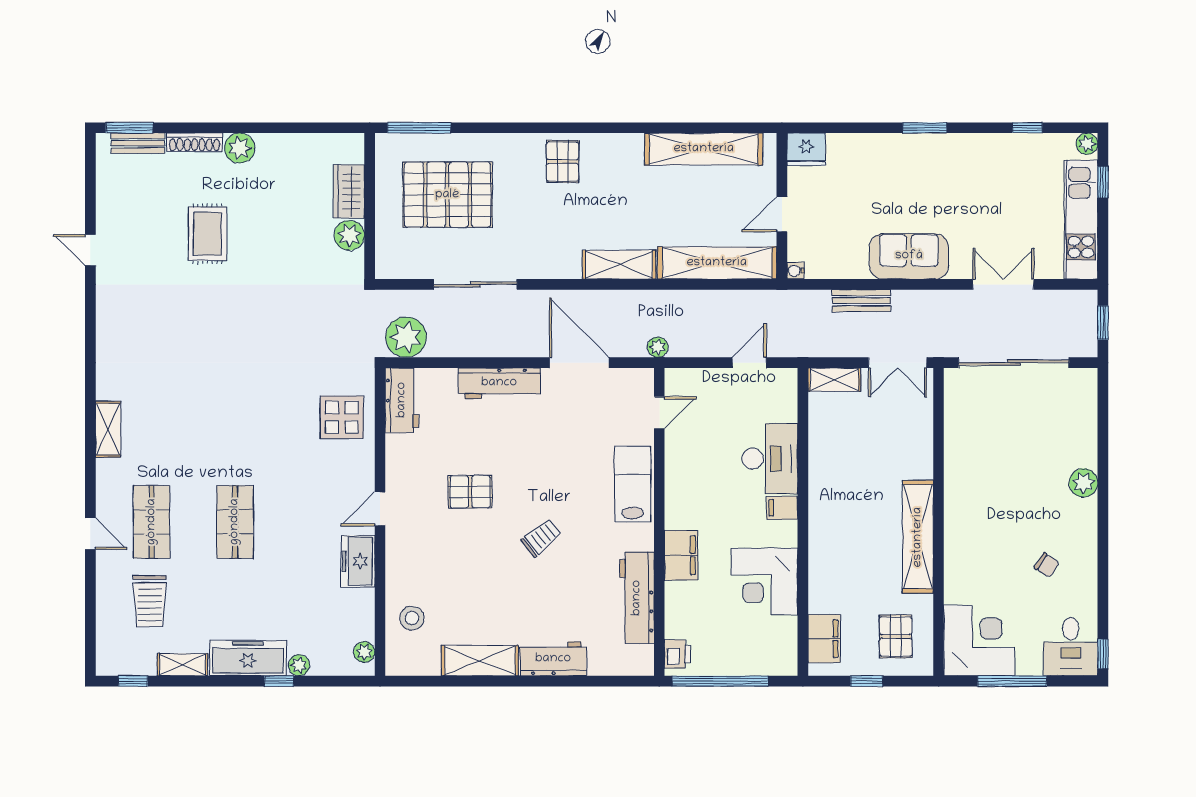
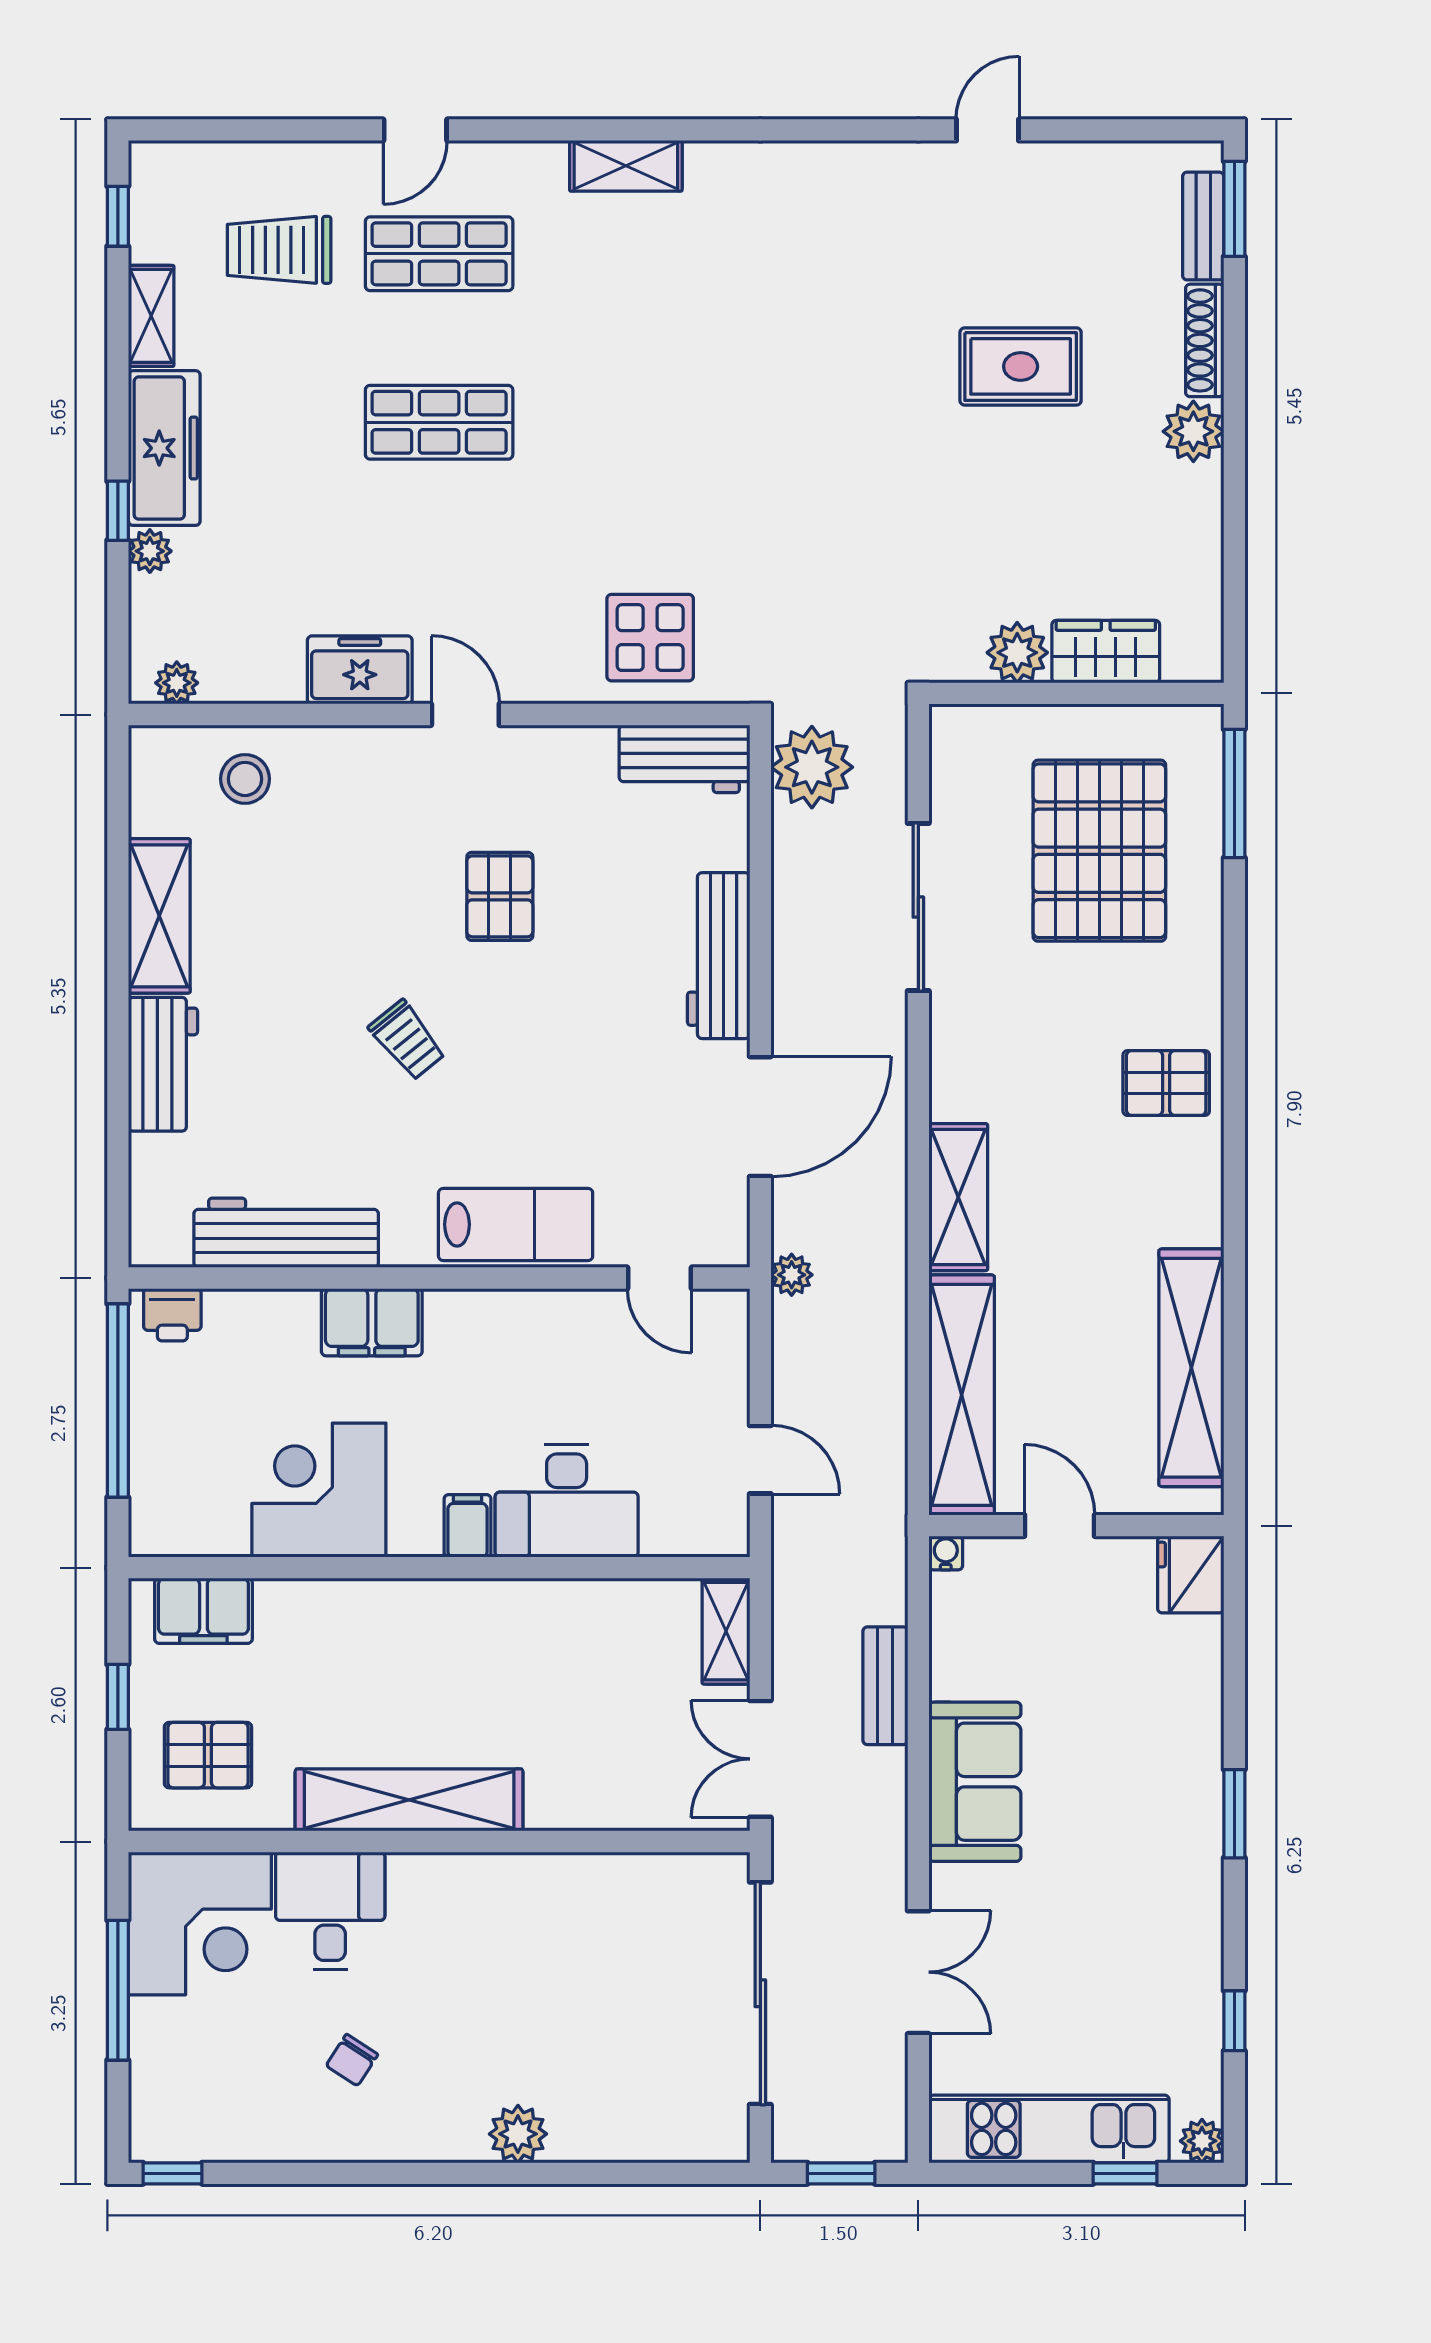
desk: (1071, 647) -> (330, 1911), moved, turned 90

